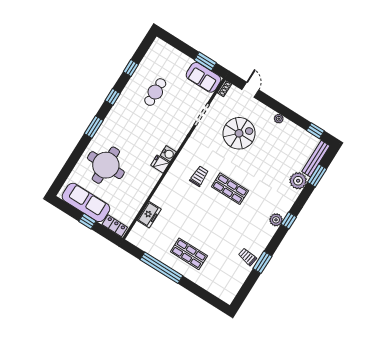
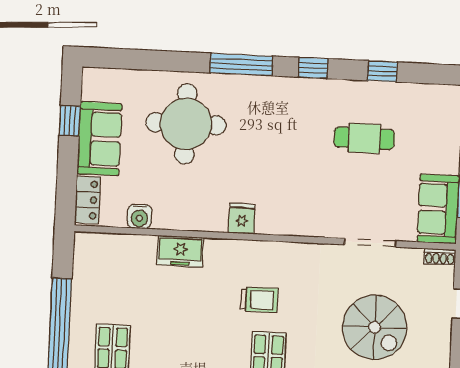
window: (94, 127) -> (241, 64), width x1.44
water cooler: (168, 154) -> (139, 216), moved
sofa: (86, 202) -> (100, 139), width x0.73
freezer: (149, 215) -> (180, 251), moved
window: (87, 221) -> (70, 121), moved

